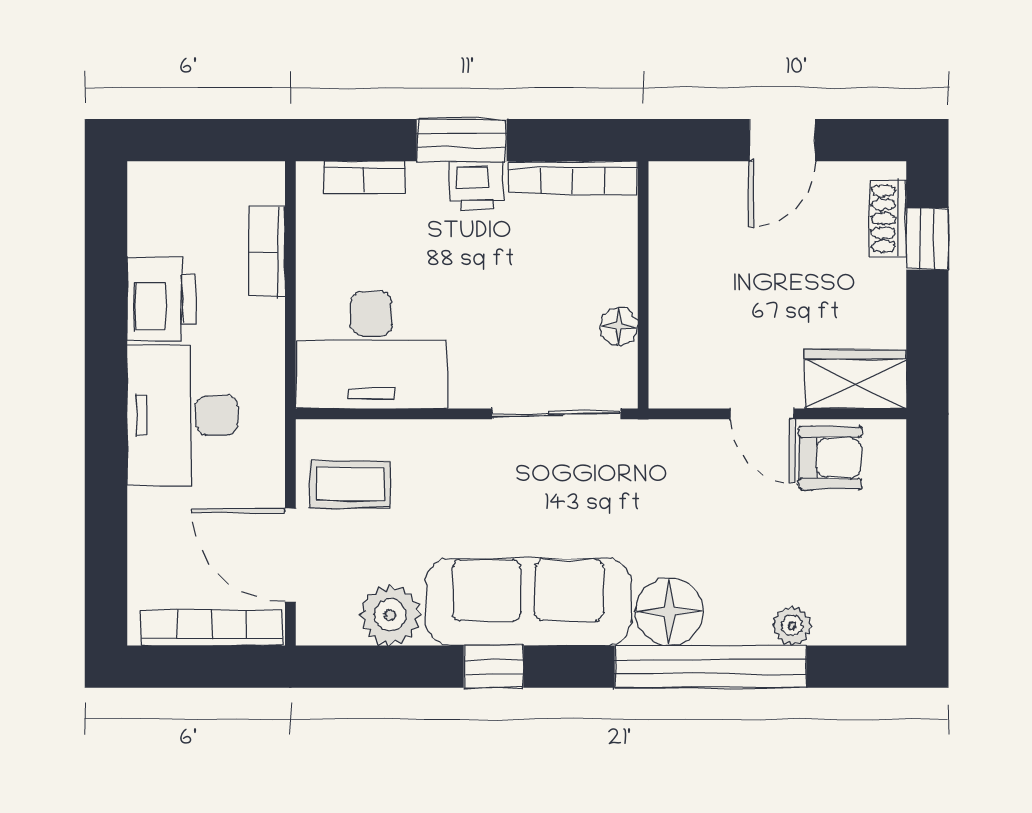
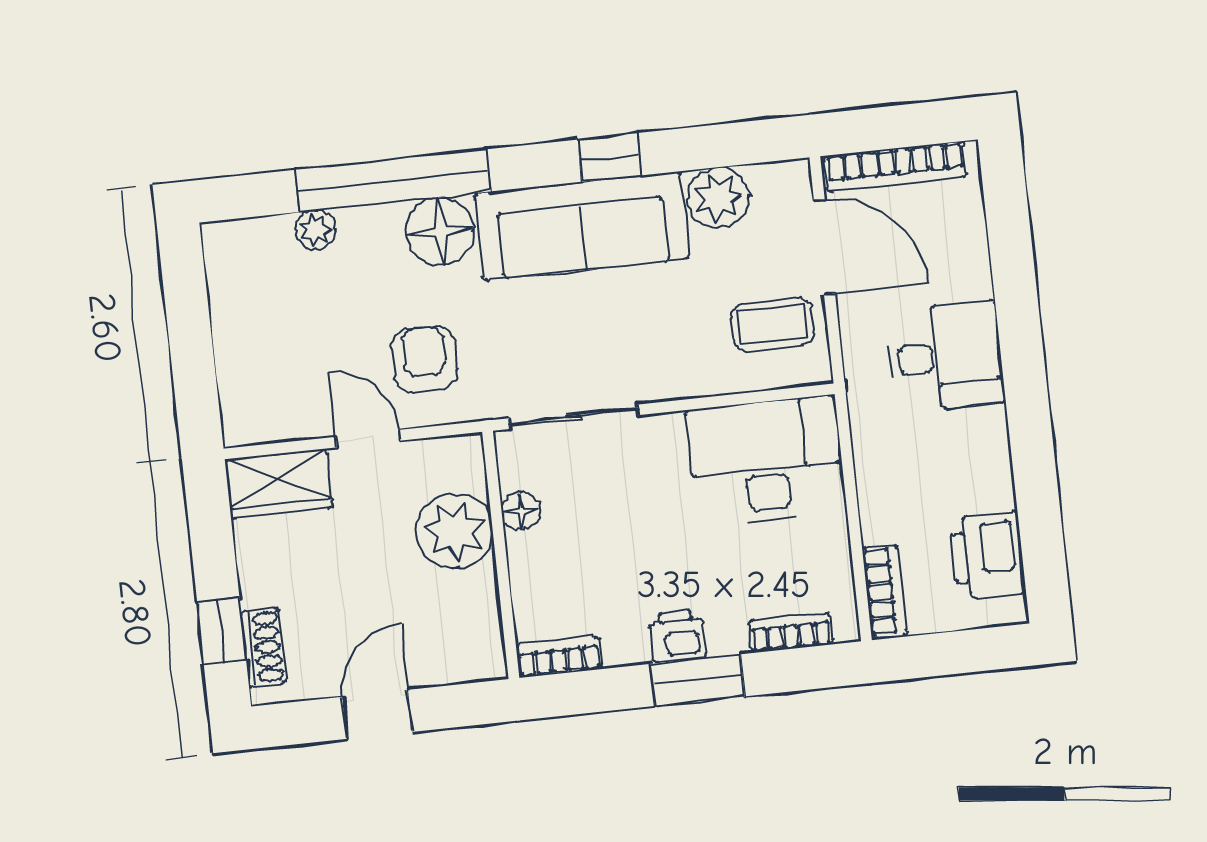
bookcase: (573, 178) -> (559, 657), width x0.64
bookcase: (267, 252) -> (885, 591), moved
printer: (161, 299) -> (988, 555), moved
plant: (686, 313) -> (455, 531), added
desk: (182, 415) -> (945, 357), width x0.73
armchair: (830, 458) -> (424, 359), moved, turned 90

